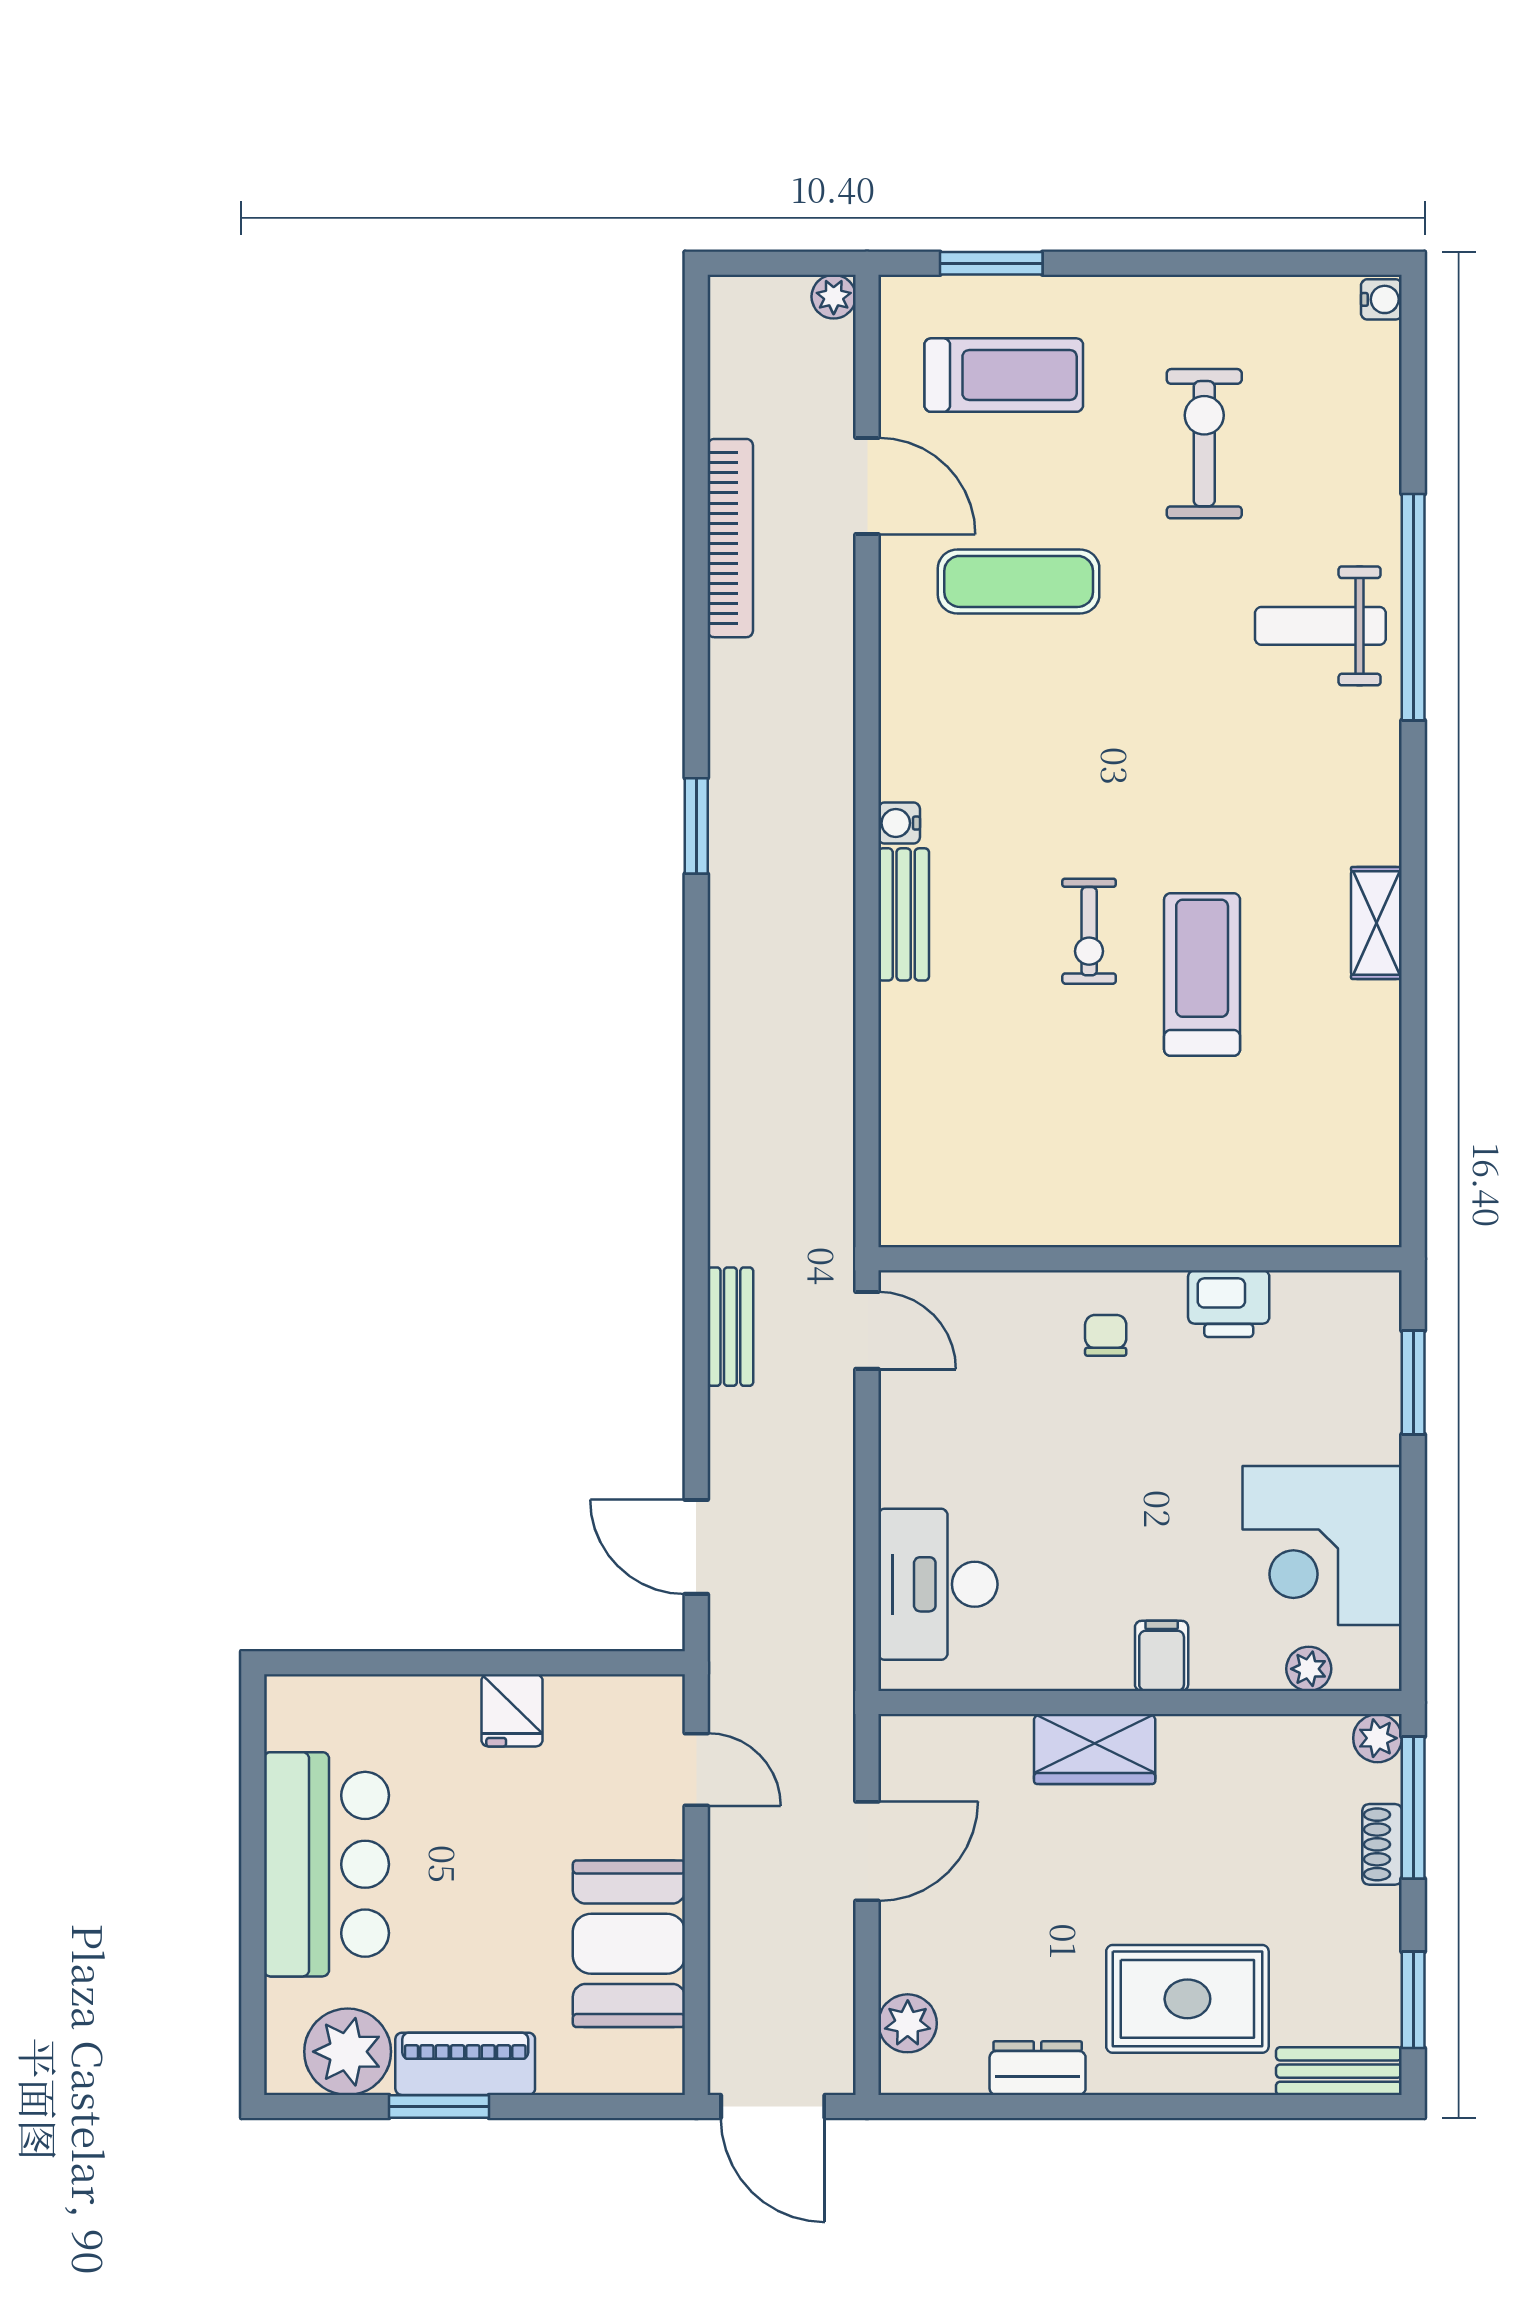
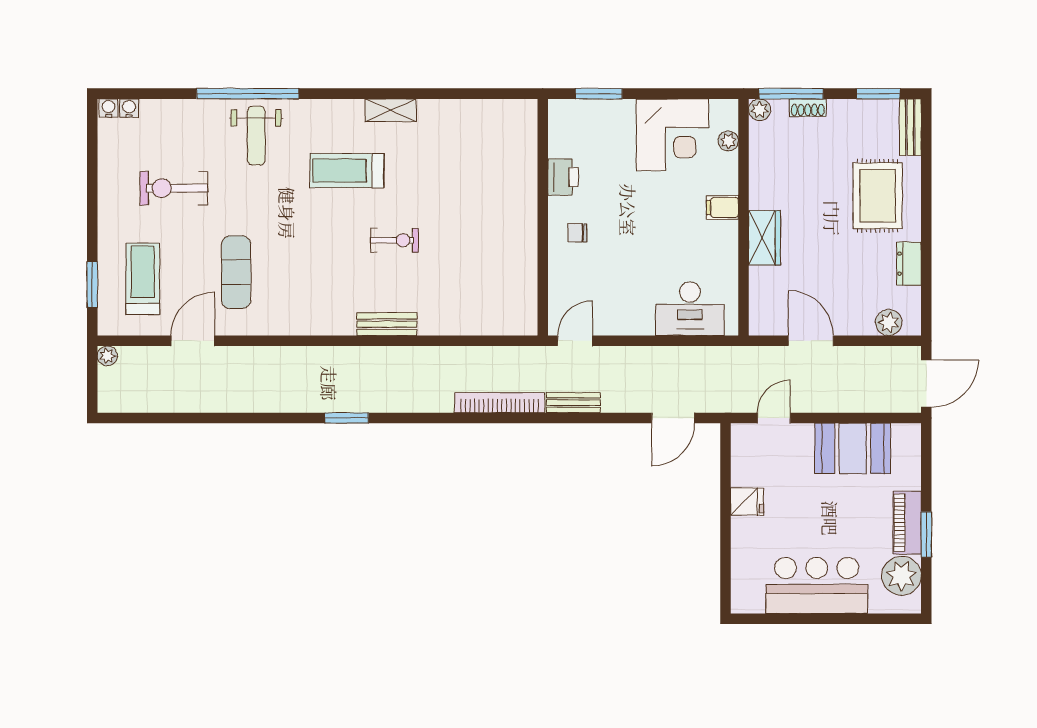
bookcase: (730, 538) -> (500, 403), moved
water cooler: (899, 823) -> (129, 108), moved, turned 180
treadmill: (1202, 975) -> (347, 171), moved

